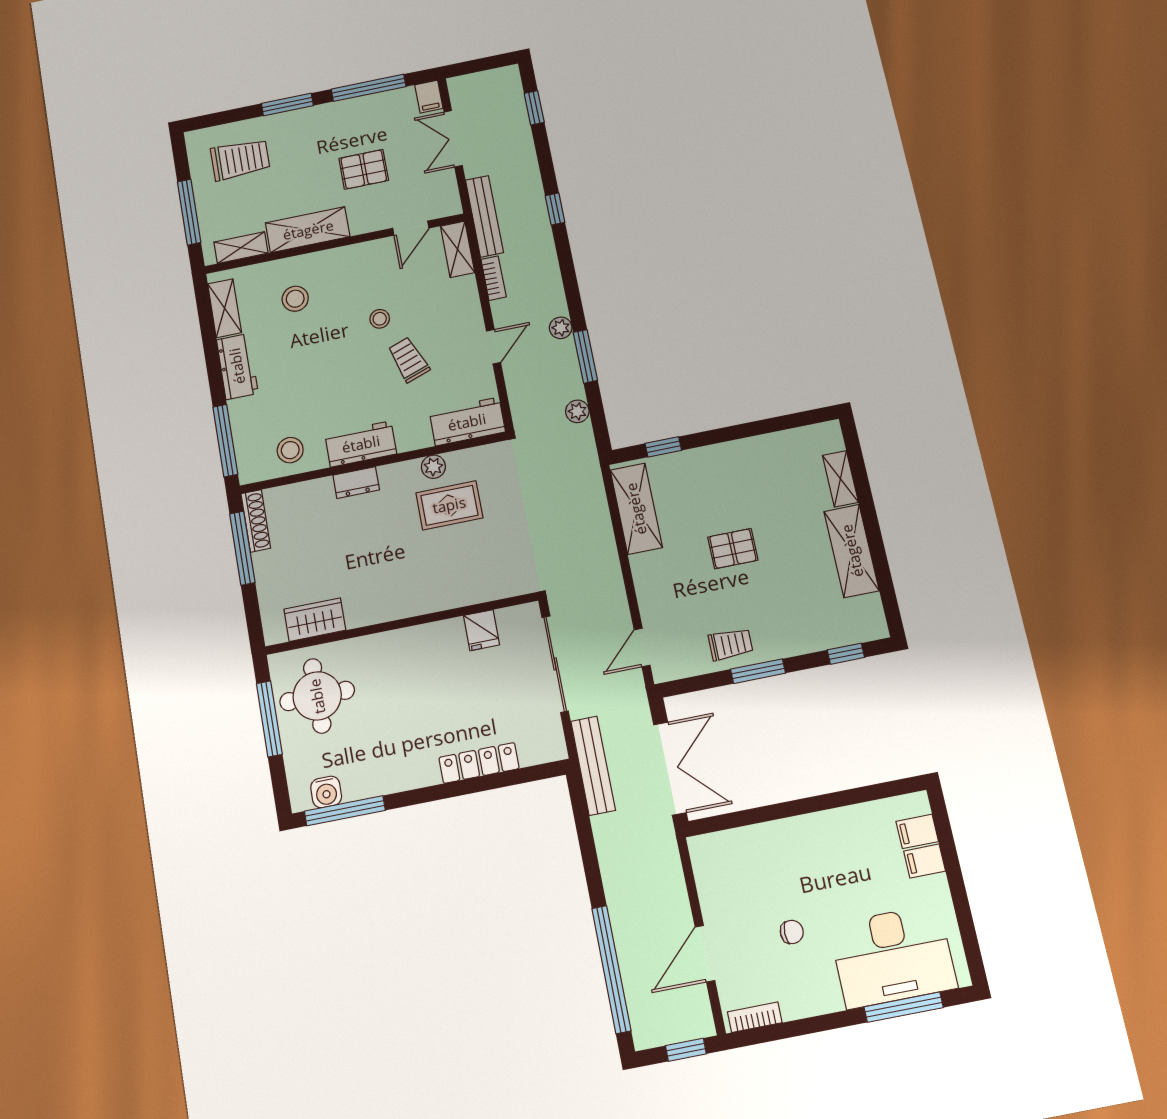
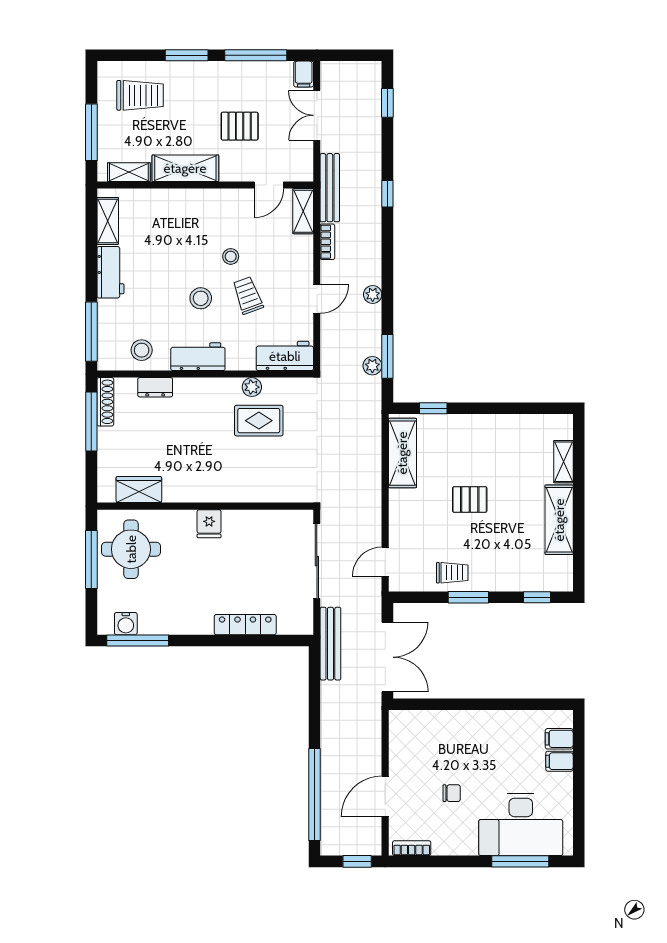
stool: (295, 299) -> (201, 298), moved
window: (585, 356) -> (387, 356), moved
dresser: (356, 483) -> (155, 387), moved
fridge: (481, 630) -> (209, 524), moved

